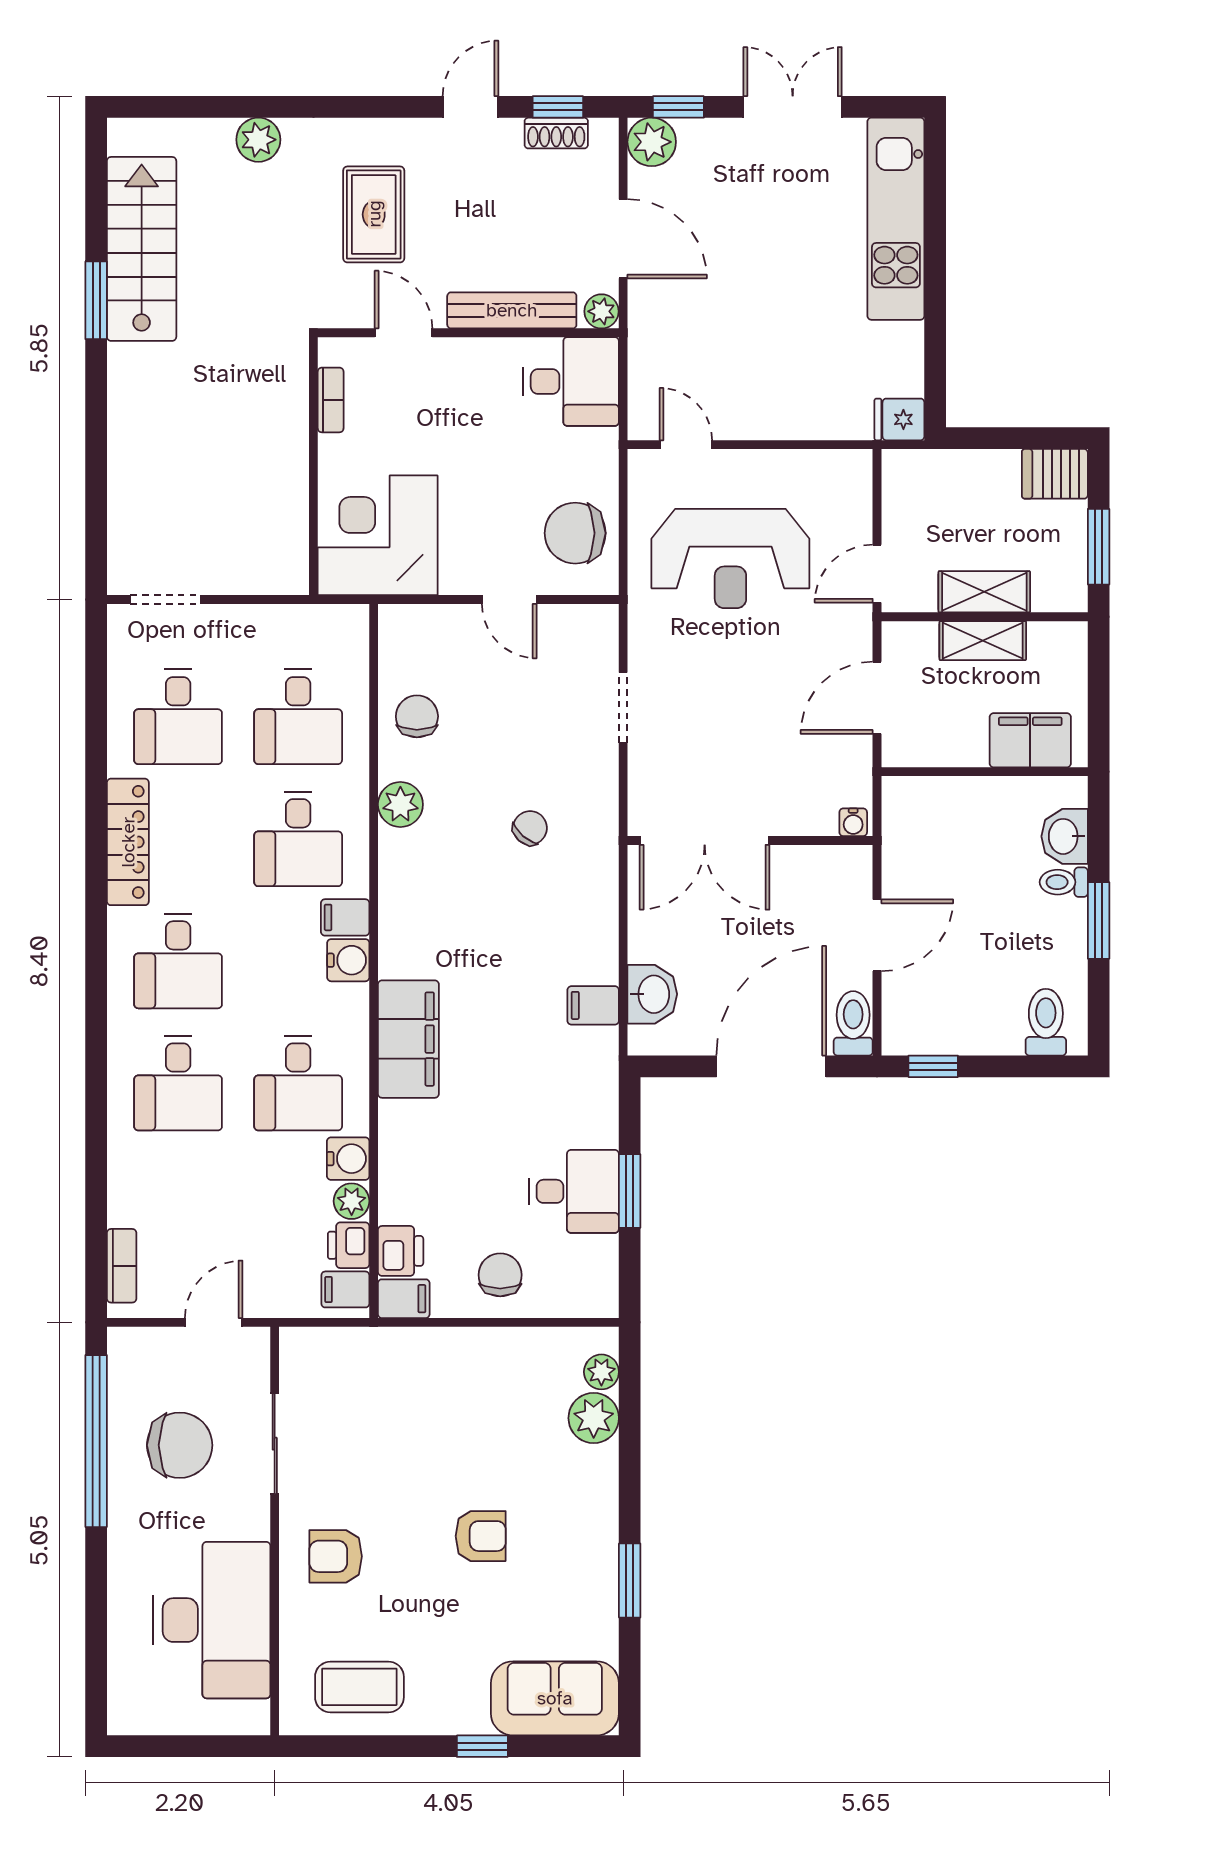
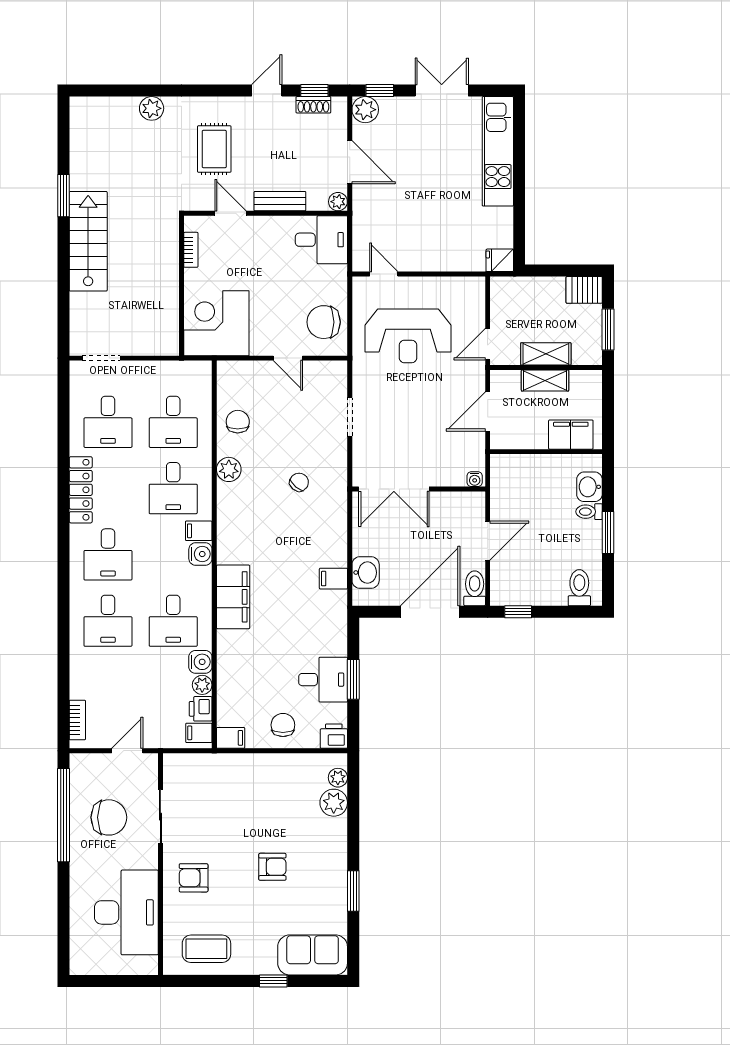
stairs: (142, 249) -> (88, 241), moved
bench: (512, 310) -> (280, 201), width x0.73
printer: (401, 1251) -> (334, 736), moved, turned -90

